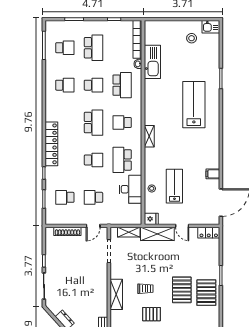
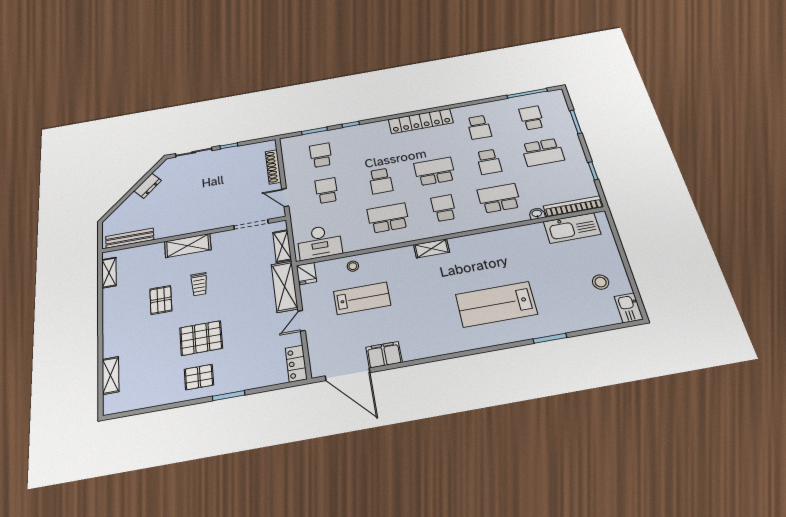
school desk: (65, 48) -> (532, 118), turned 180
kitchen sink: (152, 62) -> (572, 228), moved
school desk: (122, 85) -> (499, 198), turned 180
lab bench: (194, 105) -> (496, 304), turned 180
school desk: (93, 123) -> (435, 171), turned 180
locker: (51, 144) -> (421, 121), moved
filing cabinet: (213, 174) -> (384, 355), width x2.00
desk: (131, 189) -> (319, 242), moved
pallet: (206, 293) -> (199, 377), width x0.67, depth x0.71

